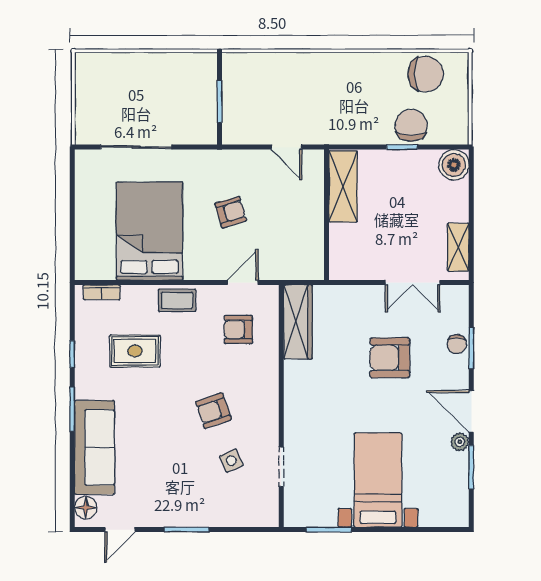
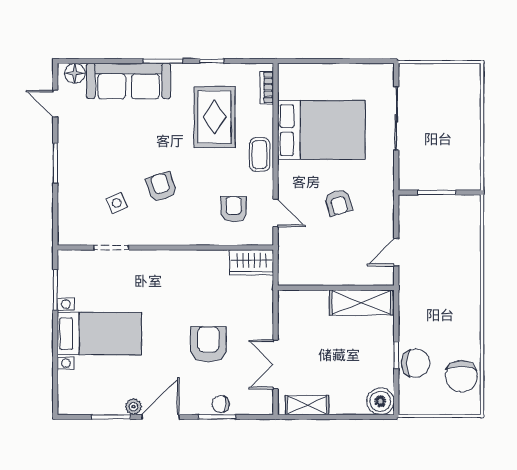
wardrobe: (298, 322) -> (251, 262), width x0.67
rug: (135, 351) -> (214, 117), width x1.36, depth x1.43

